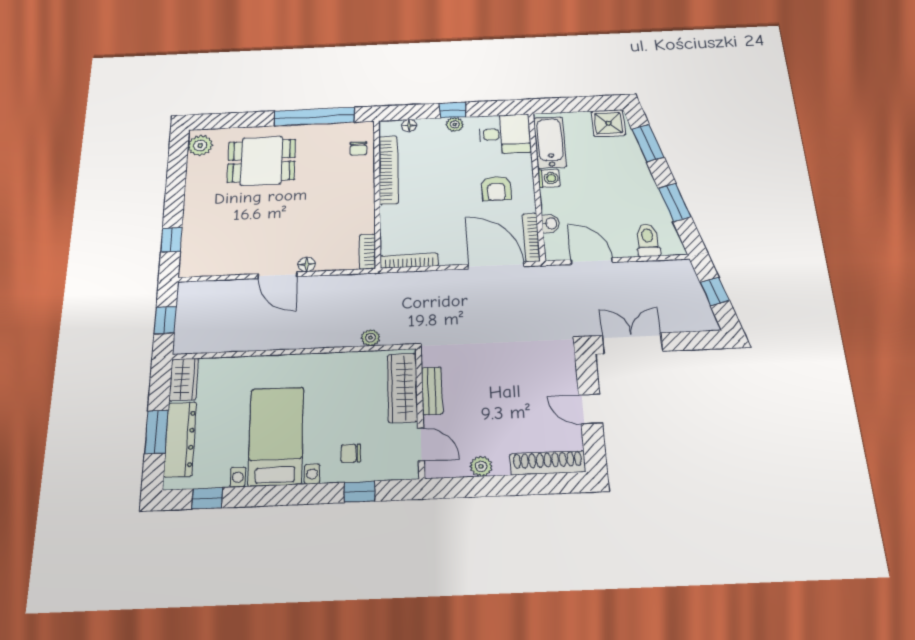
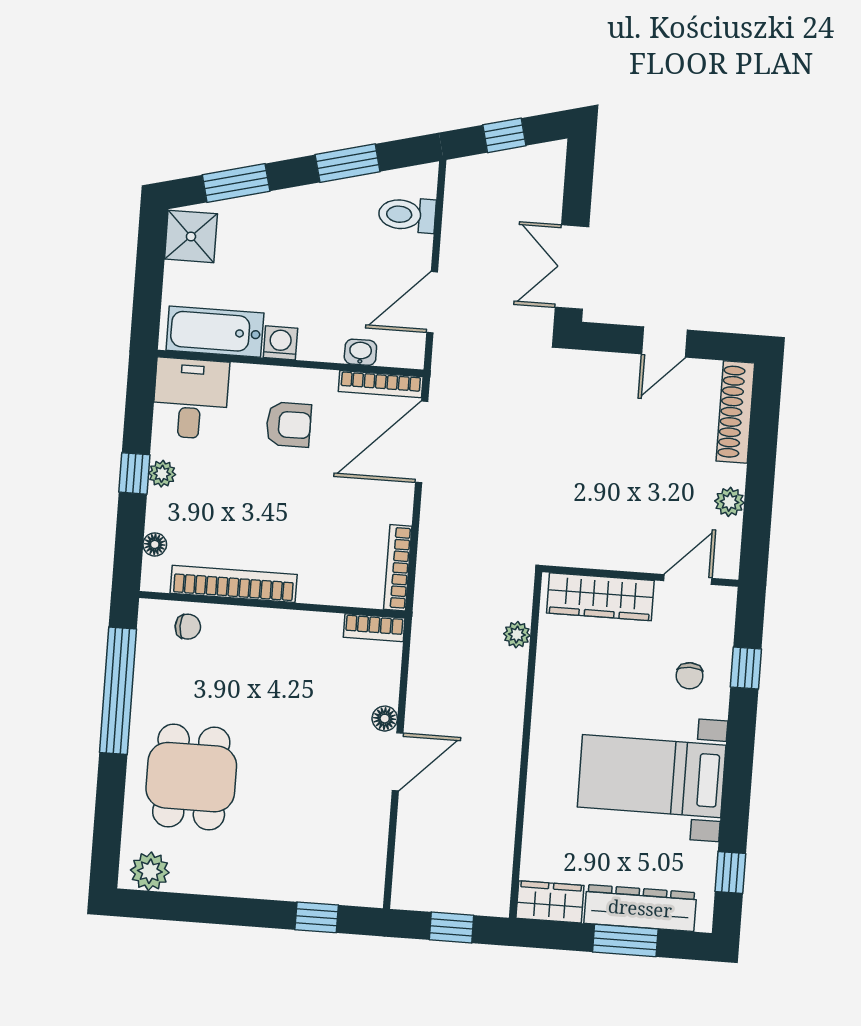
bench: (432, 391) -> (610, 556), removed

